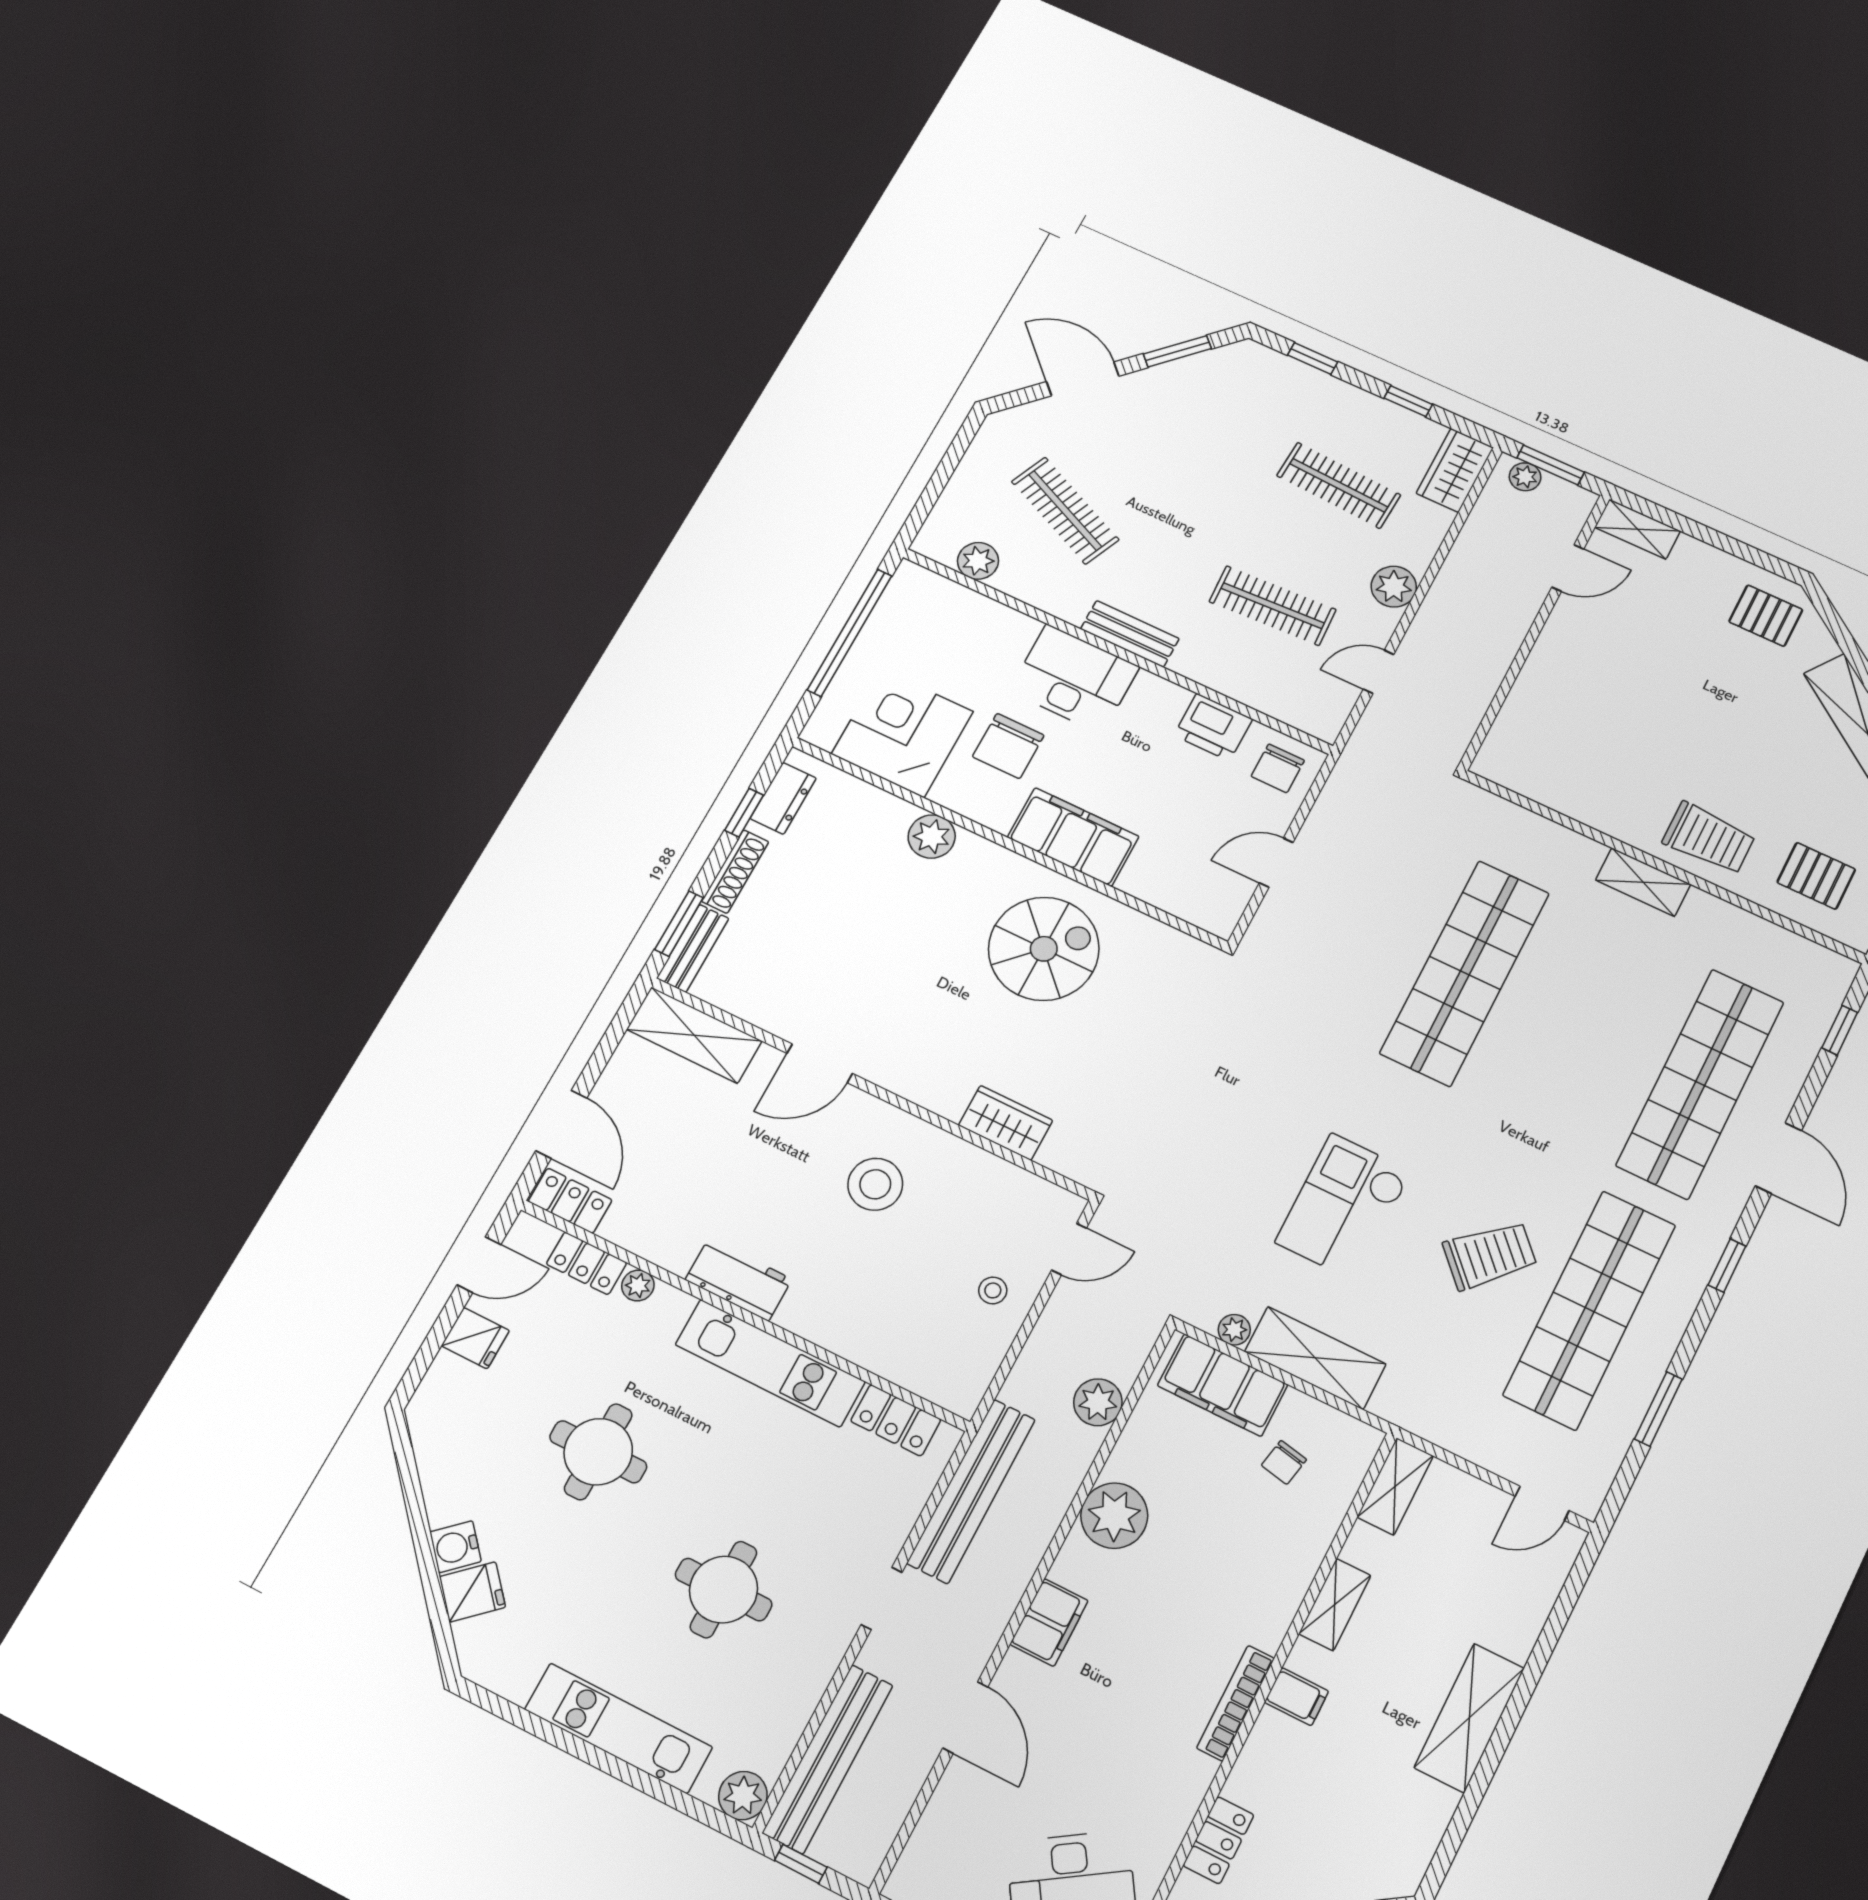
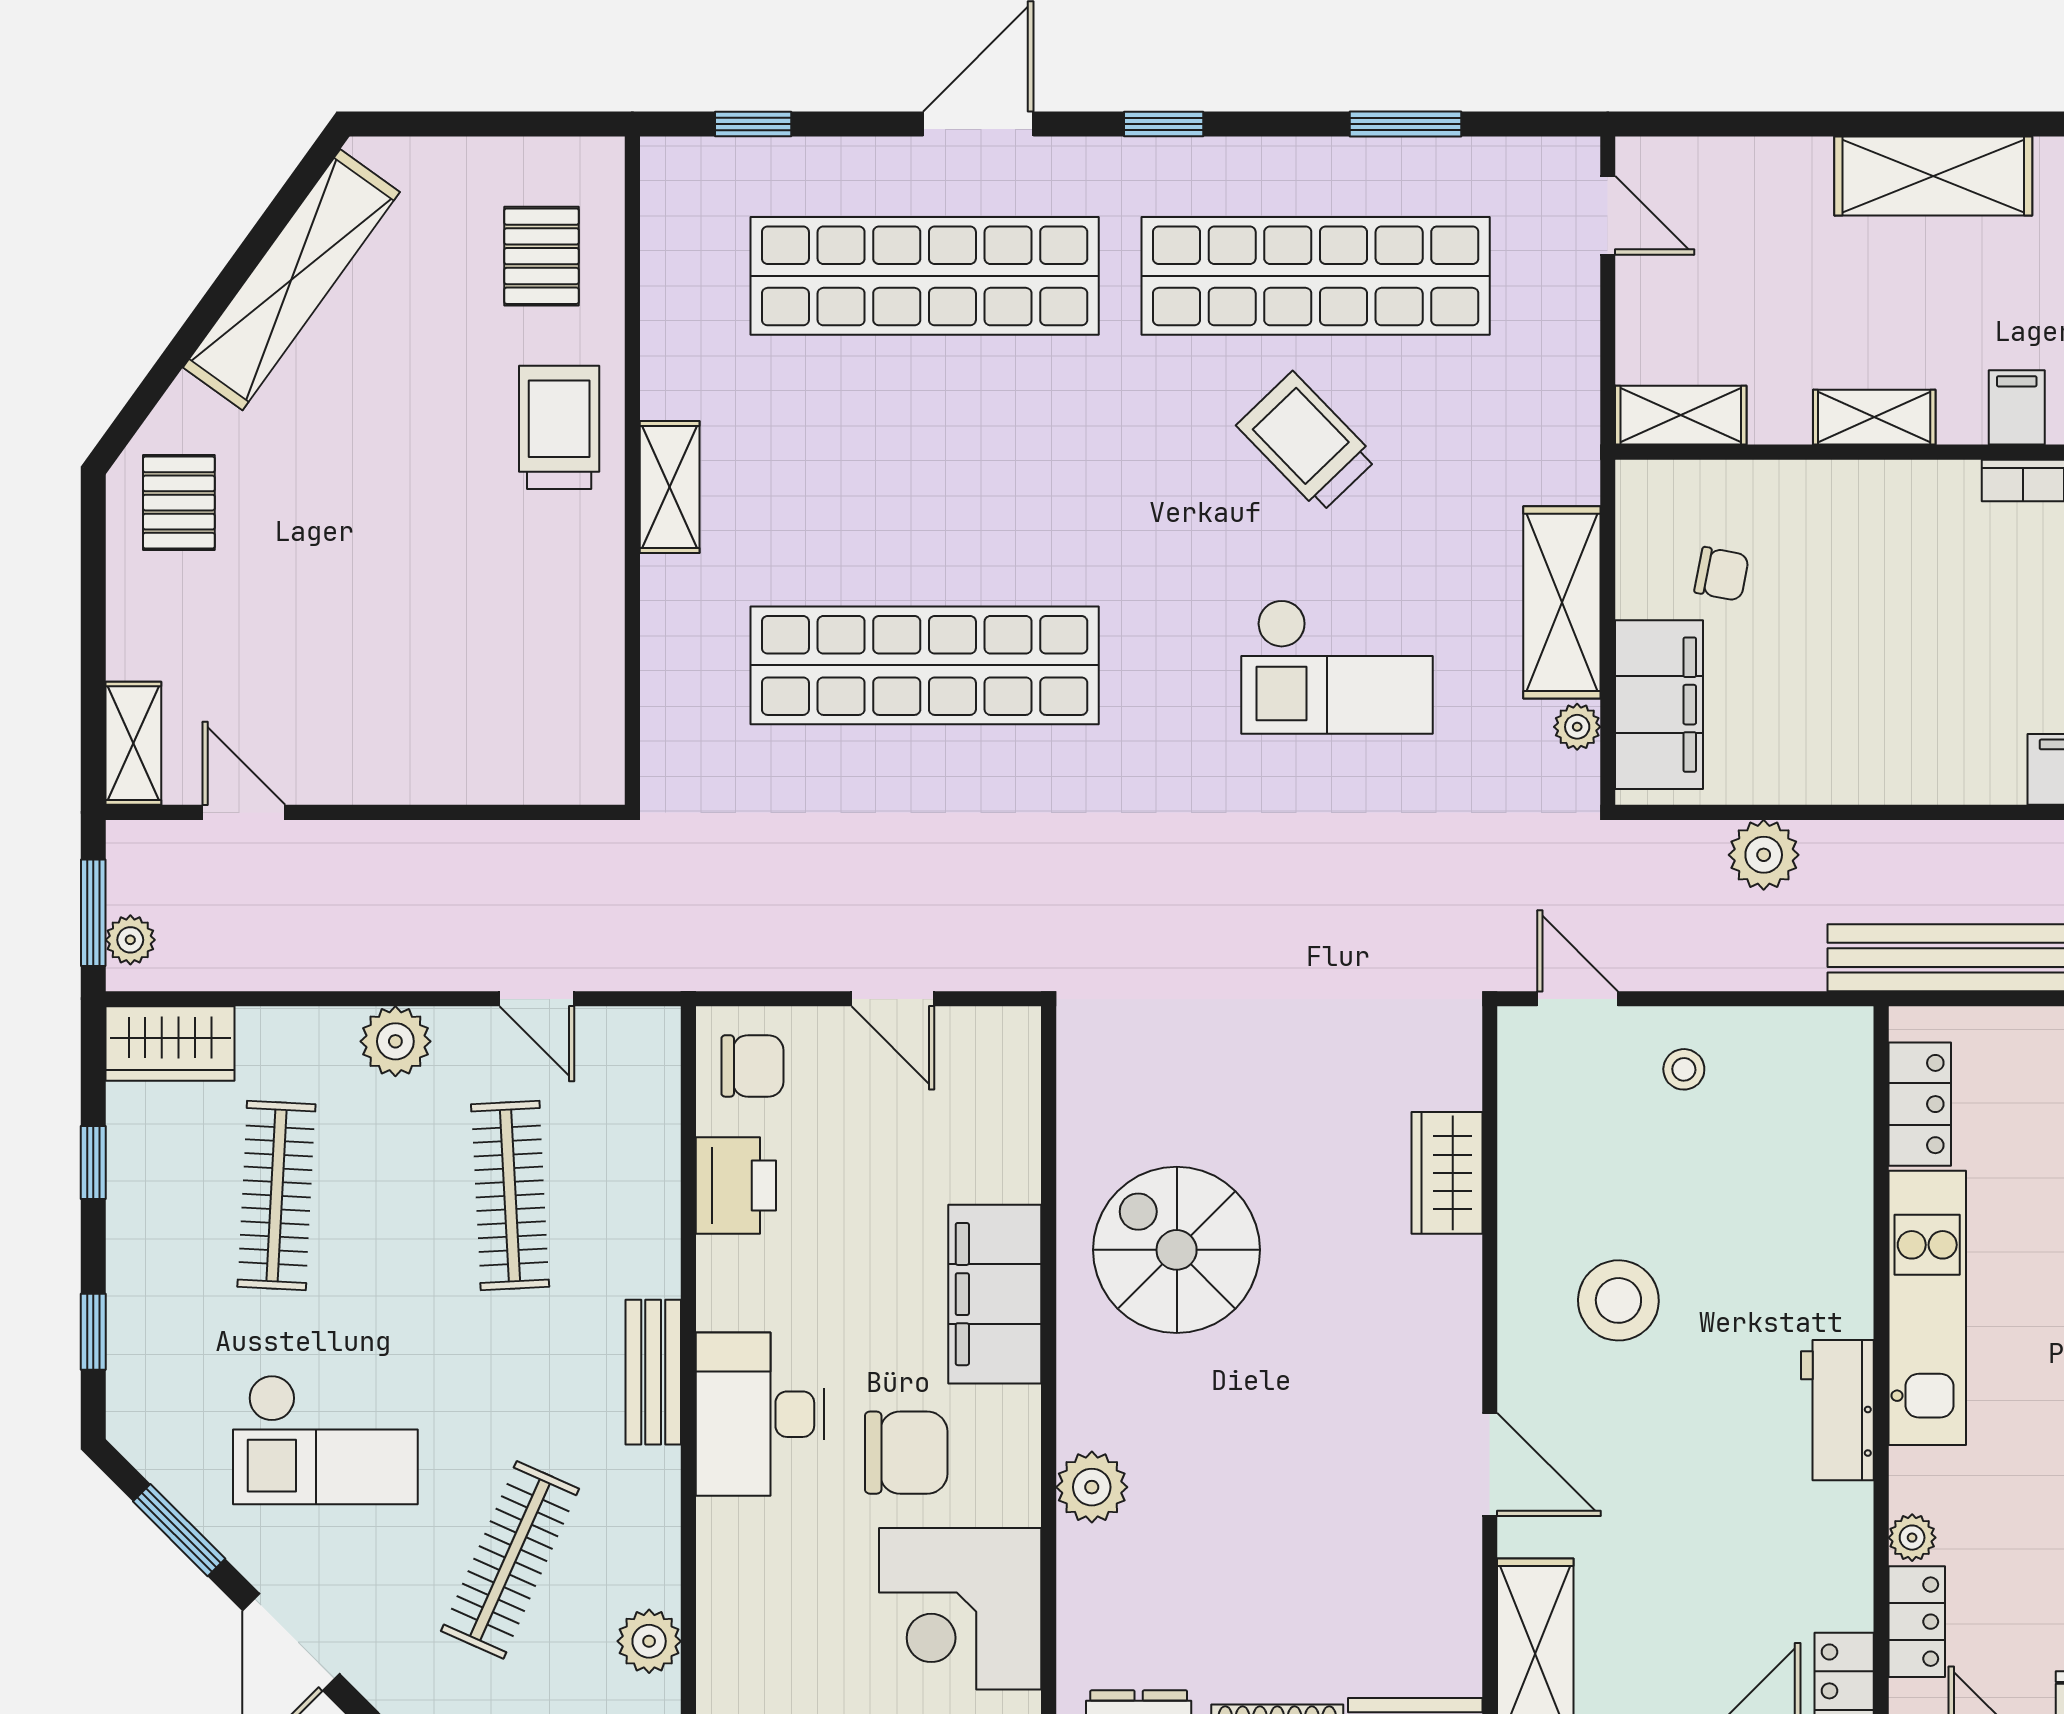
checkout: (1186, 448) -> (325, 1440), added
plant: (1114, 1516) -> (1902, 757), removed

